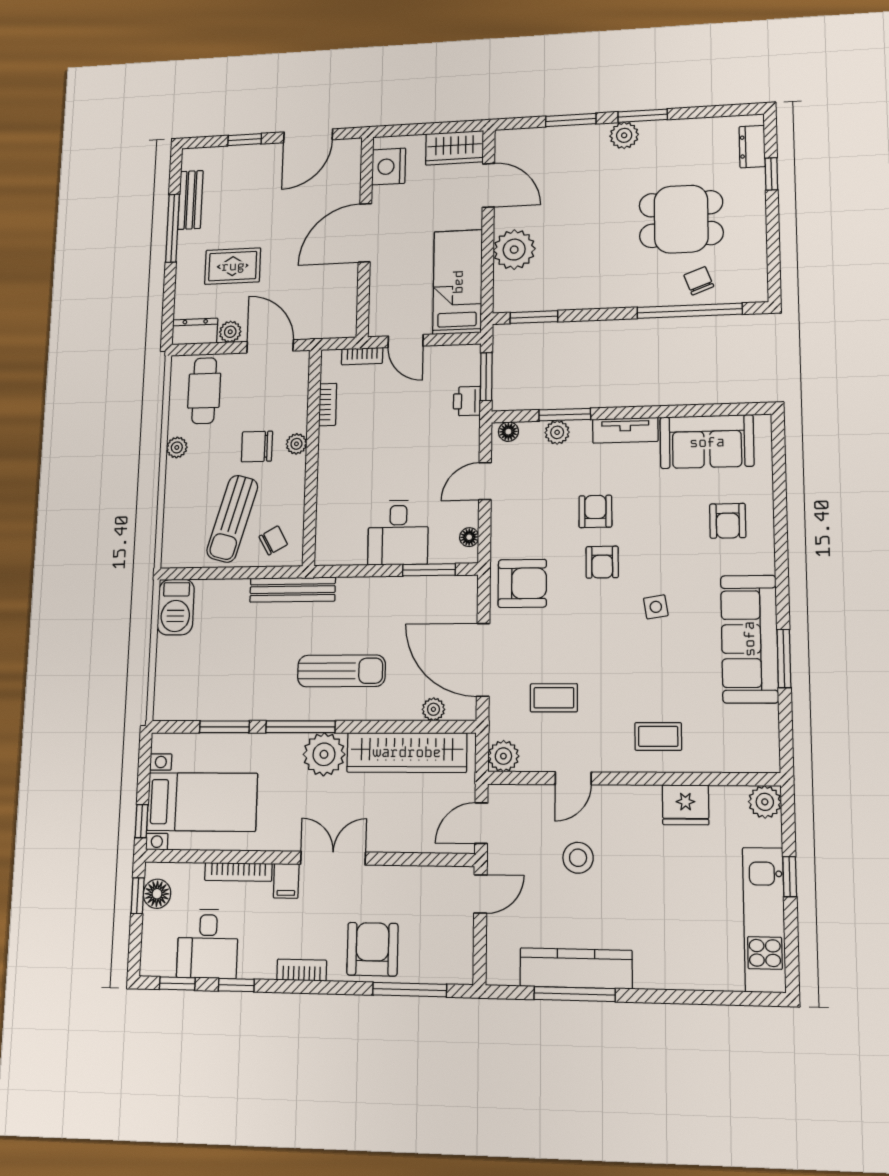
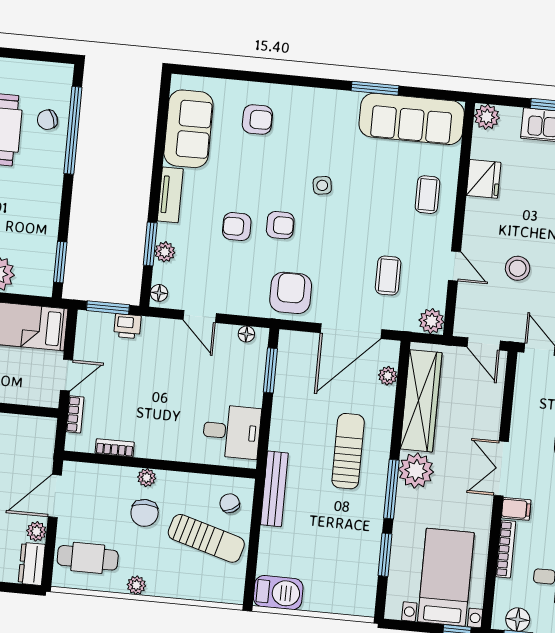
desk: (398, 532) -> (232, 432), moved
sofa: (749, 639) -> (412, 119), moved

